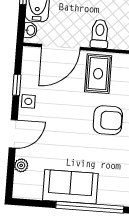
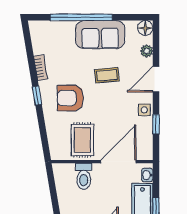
coffee table: (66, 142) -> (107, 75), added
floor lamp: (21, 190) -> (145, 28), added

